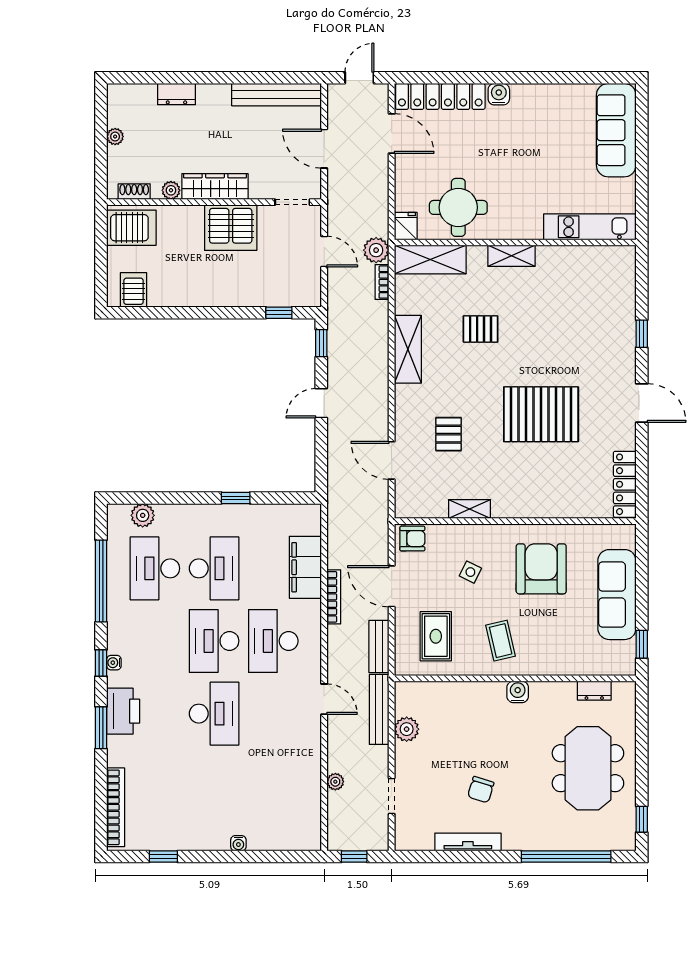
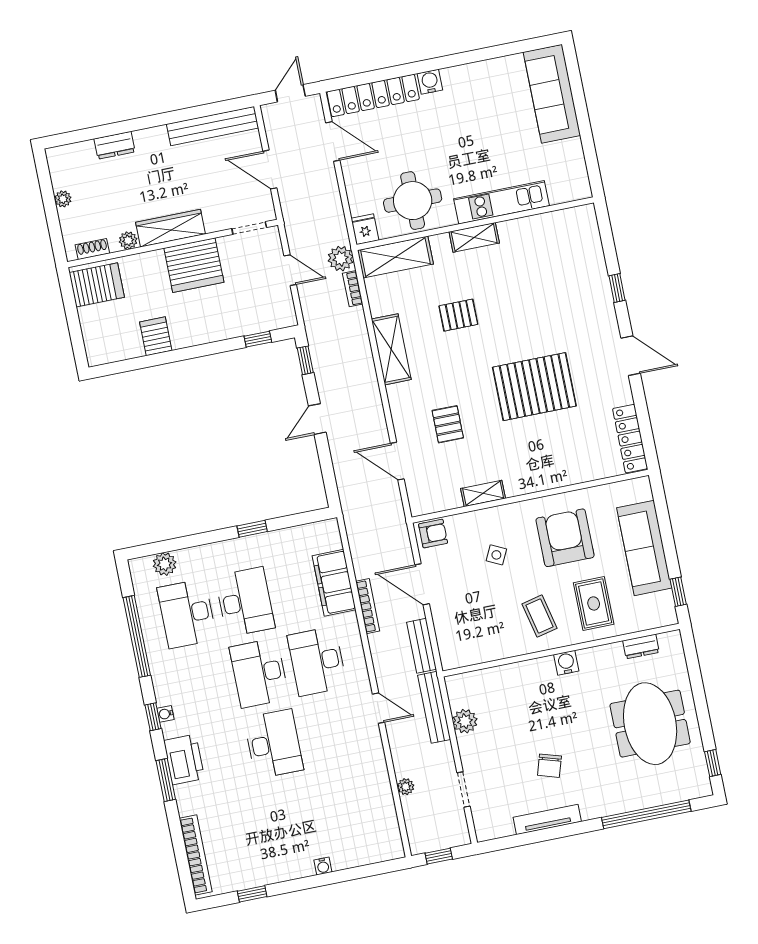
kitchen unit: (590, 227) -> (502, 202), moved
server rack: (134, 290) -> (156, 336), moved
rug: (436, 636) -> (594, 603), moved

